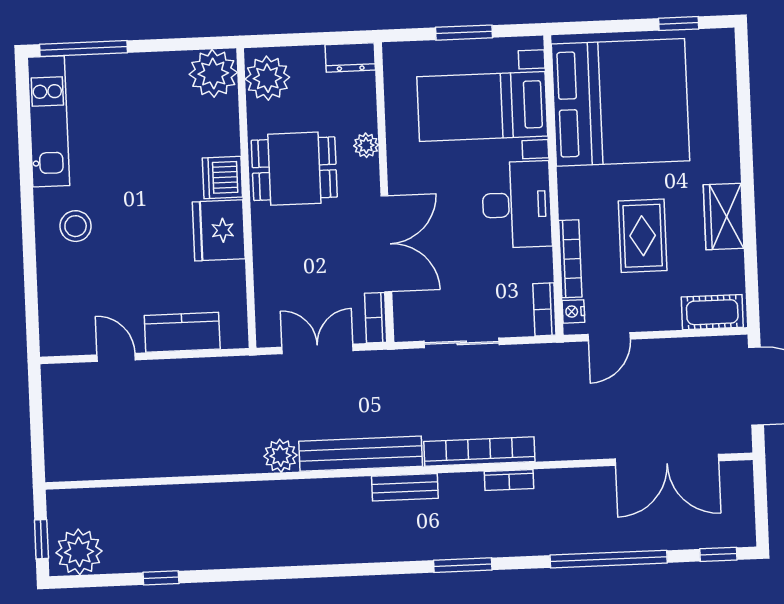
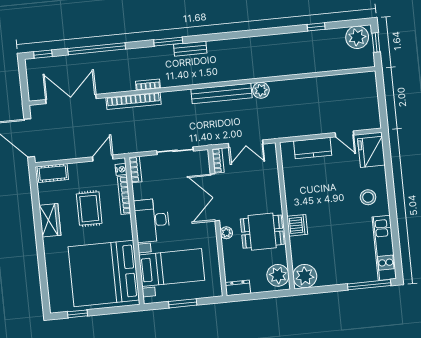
plant: (366, 145) -> (226, 233), moved
fridge: (219, 230) -> (371, 152), moved, turned 180
bookcase: (479, 451) -> (133, 101), moved
bench: (405, 487) -> (190, 49), moved

